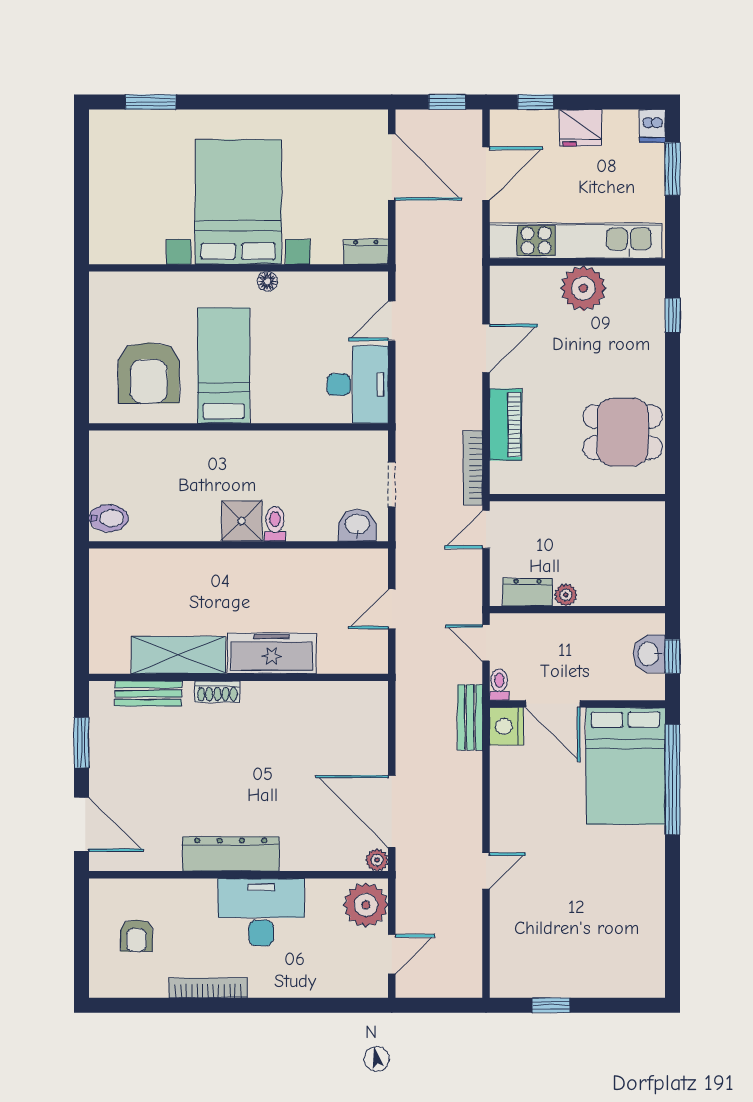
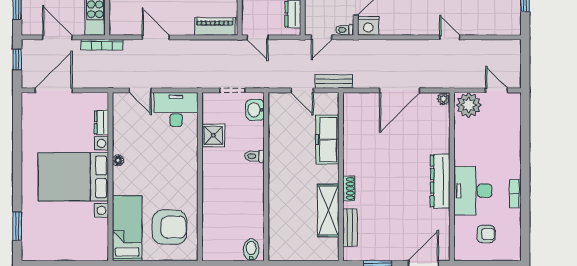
dresser: (366, 252) -> (101, 123), moved
bed: (224, 366) -> (127, 228), moved, turned 90
piano: (506, 425) -> (215, 26), moved
bookcase: (473, 468) -> (102, 45), moved
shower: (242, 521) -> (213, 135), moved
freezer: (272, 653) -> (327, 140), moved
bench: (470, 717) -> (334, 81), moved
door: (392, 811) -> (400, 90), moved
desk: (261, 912) -> (473, 191), moved
bookcase: (208, 988) -> (515, 194), width x0.64

